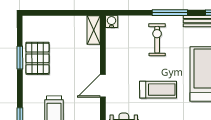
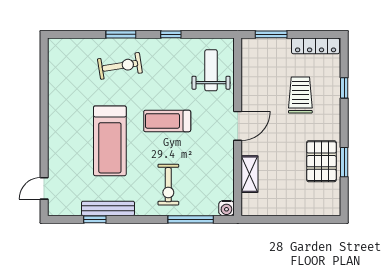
window: (170, 13) -> (191, 219), moved
shelving: (94, 30) -> (249, 174), moved

